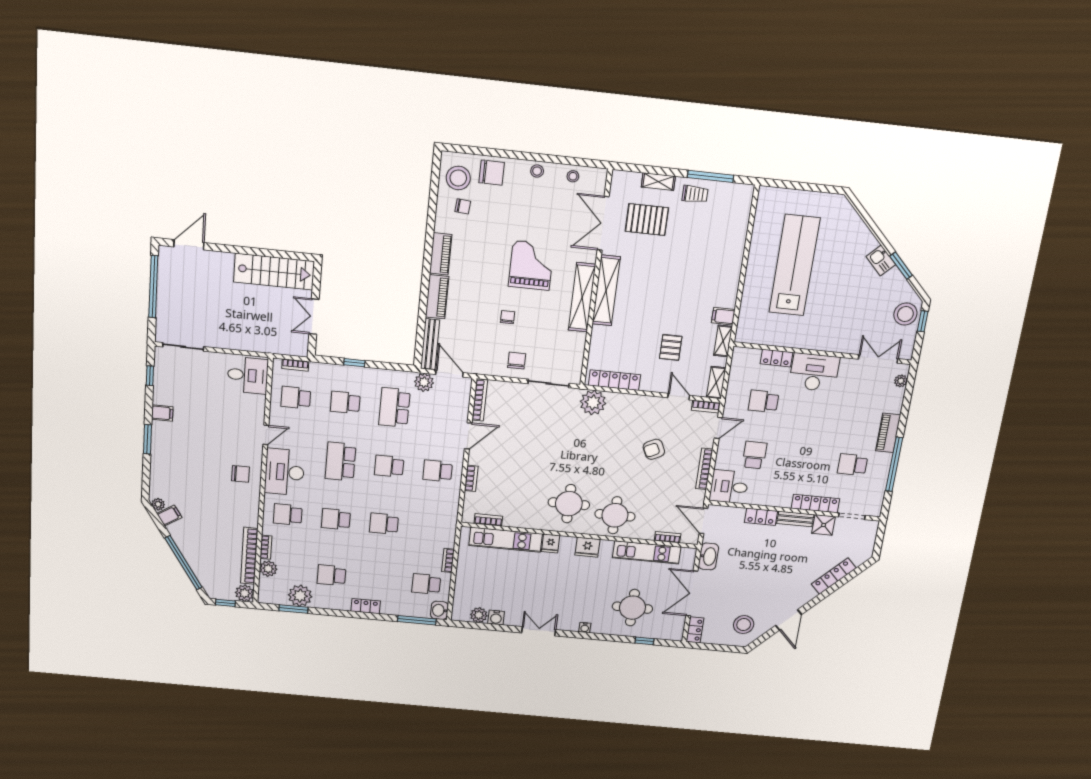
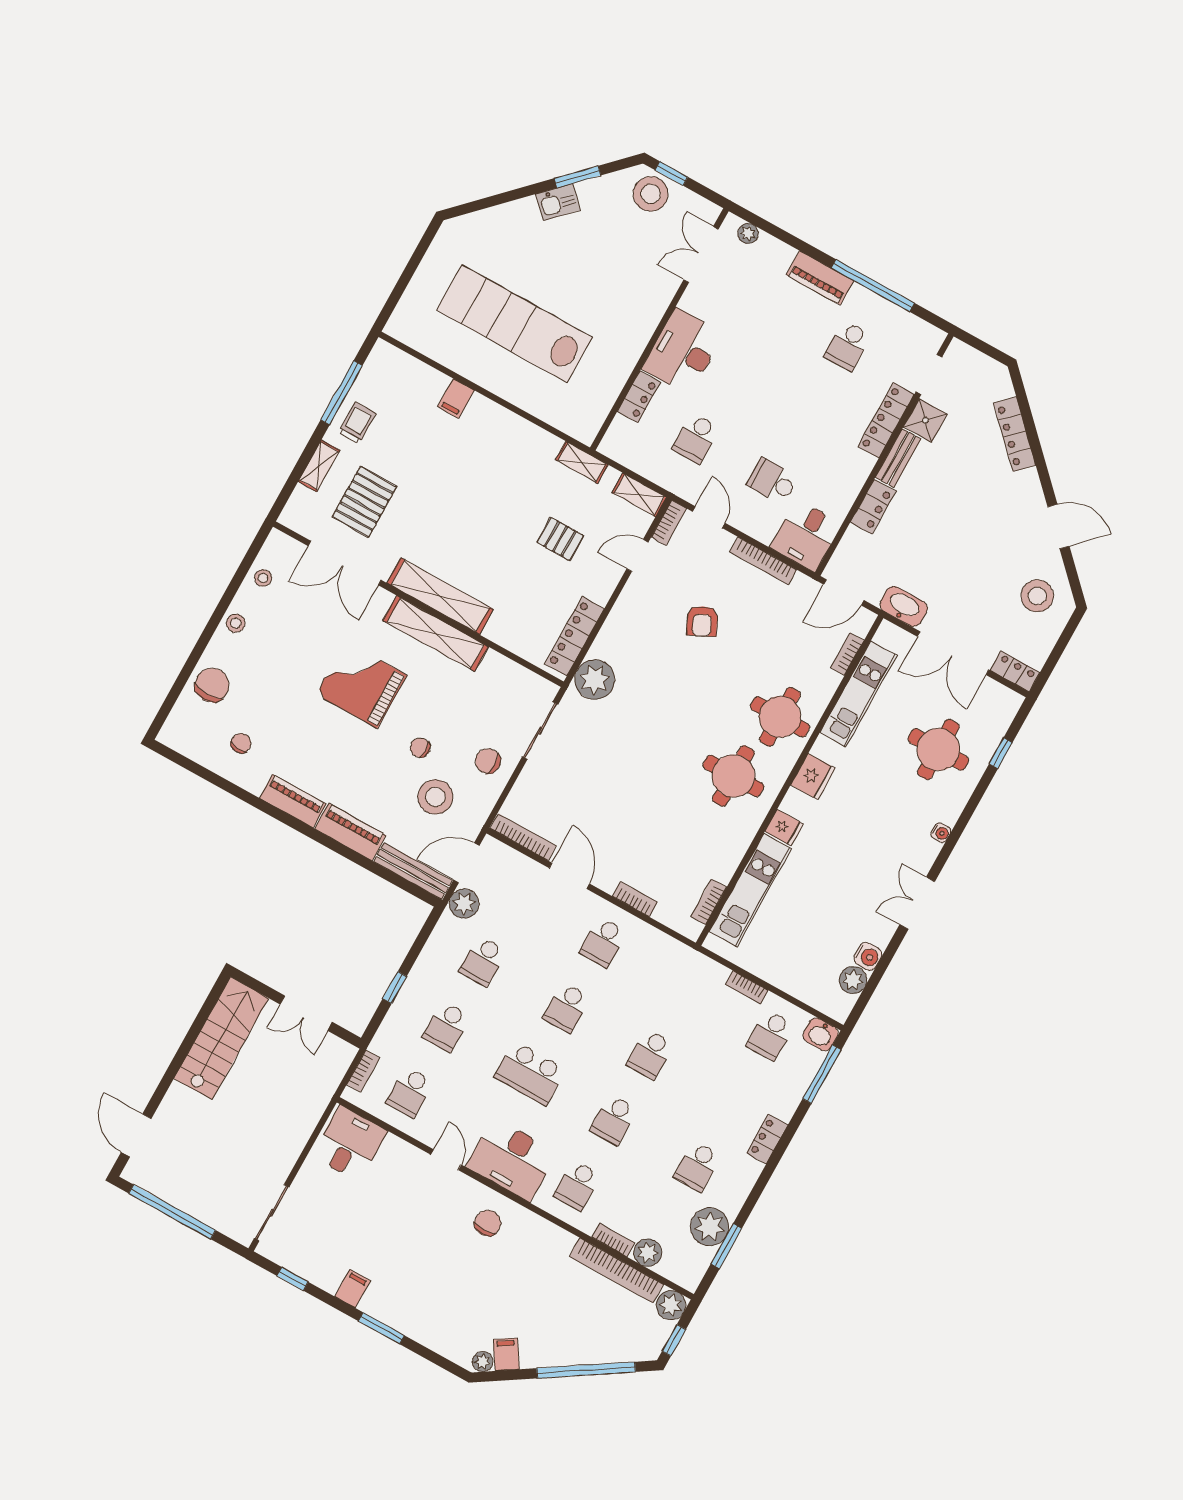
stool: (458, 178) -> (435, 797), moved
filing cabinet: (723, 316) -> (456, 398), moved
school desk: (394, 407) -> (483, 961), width x0.54

